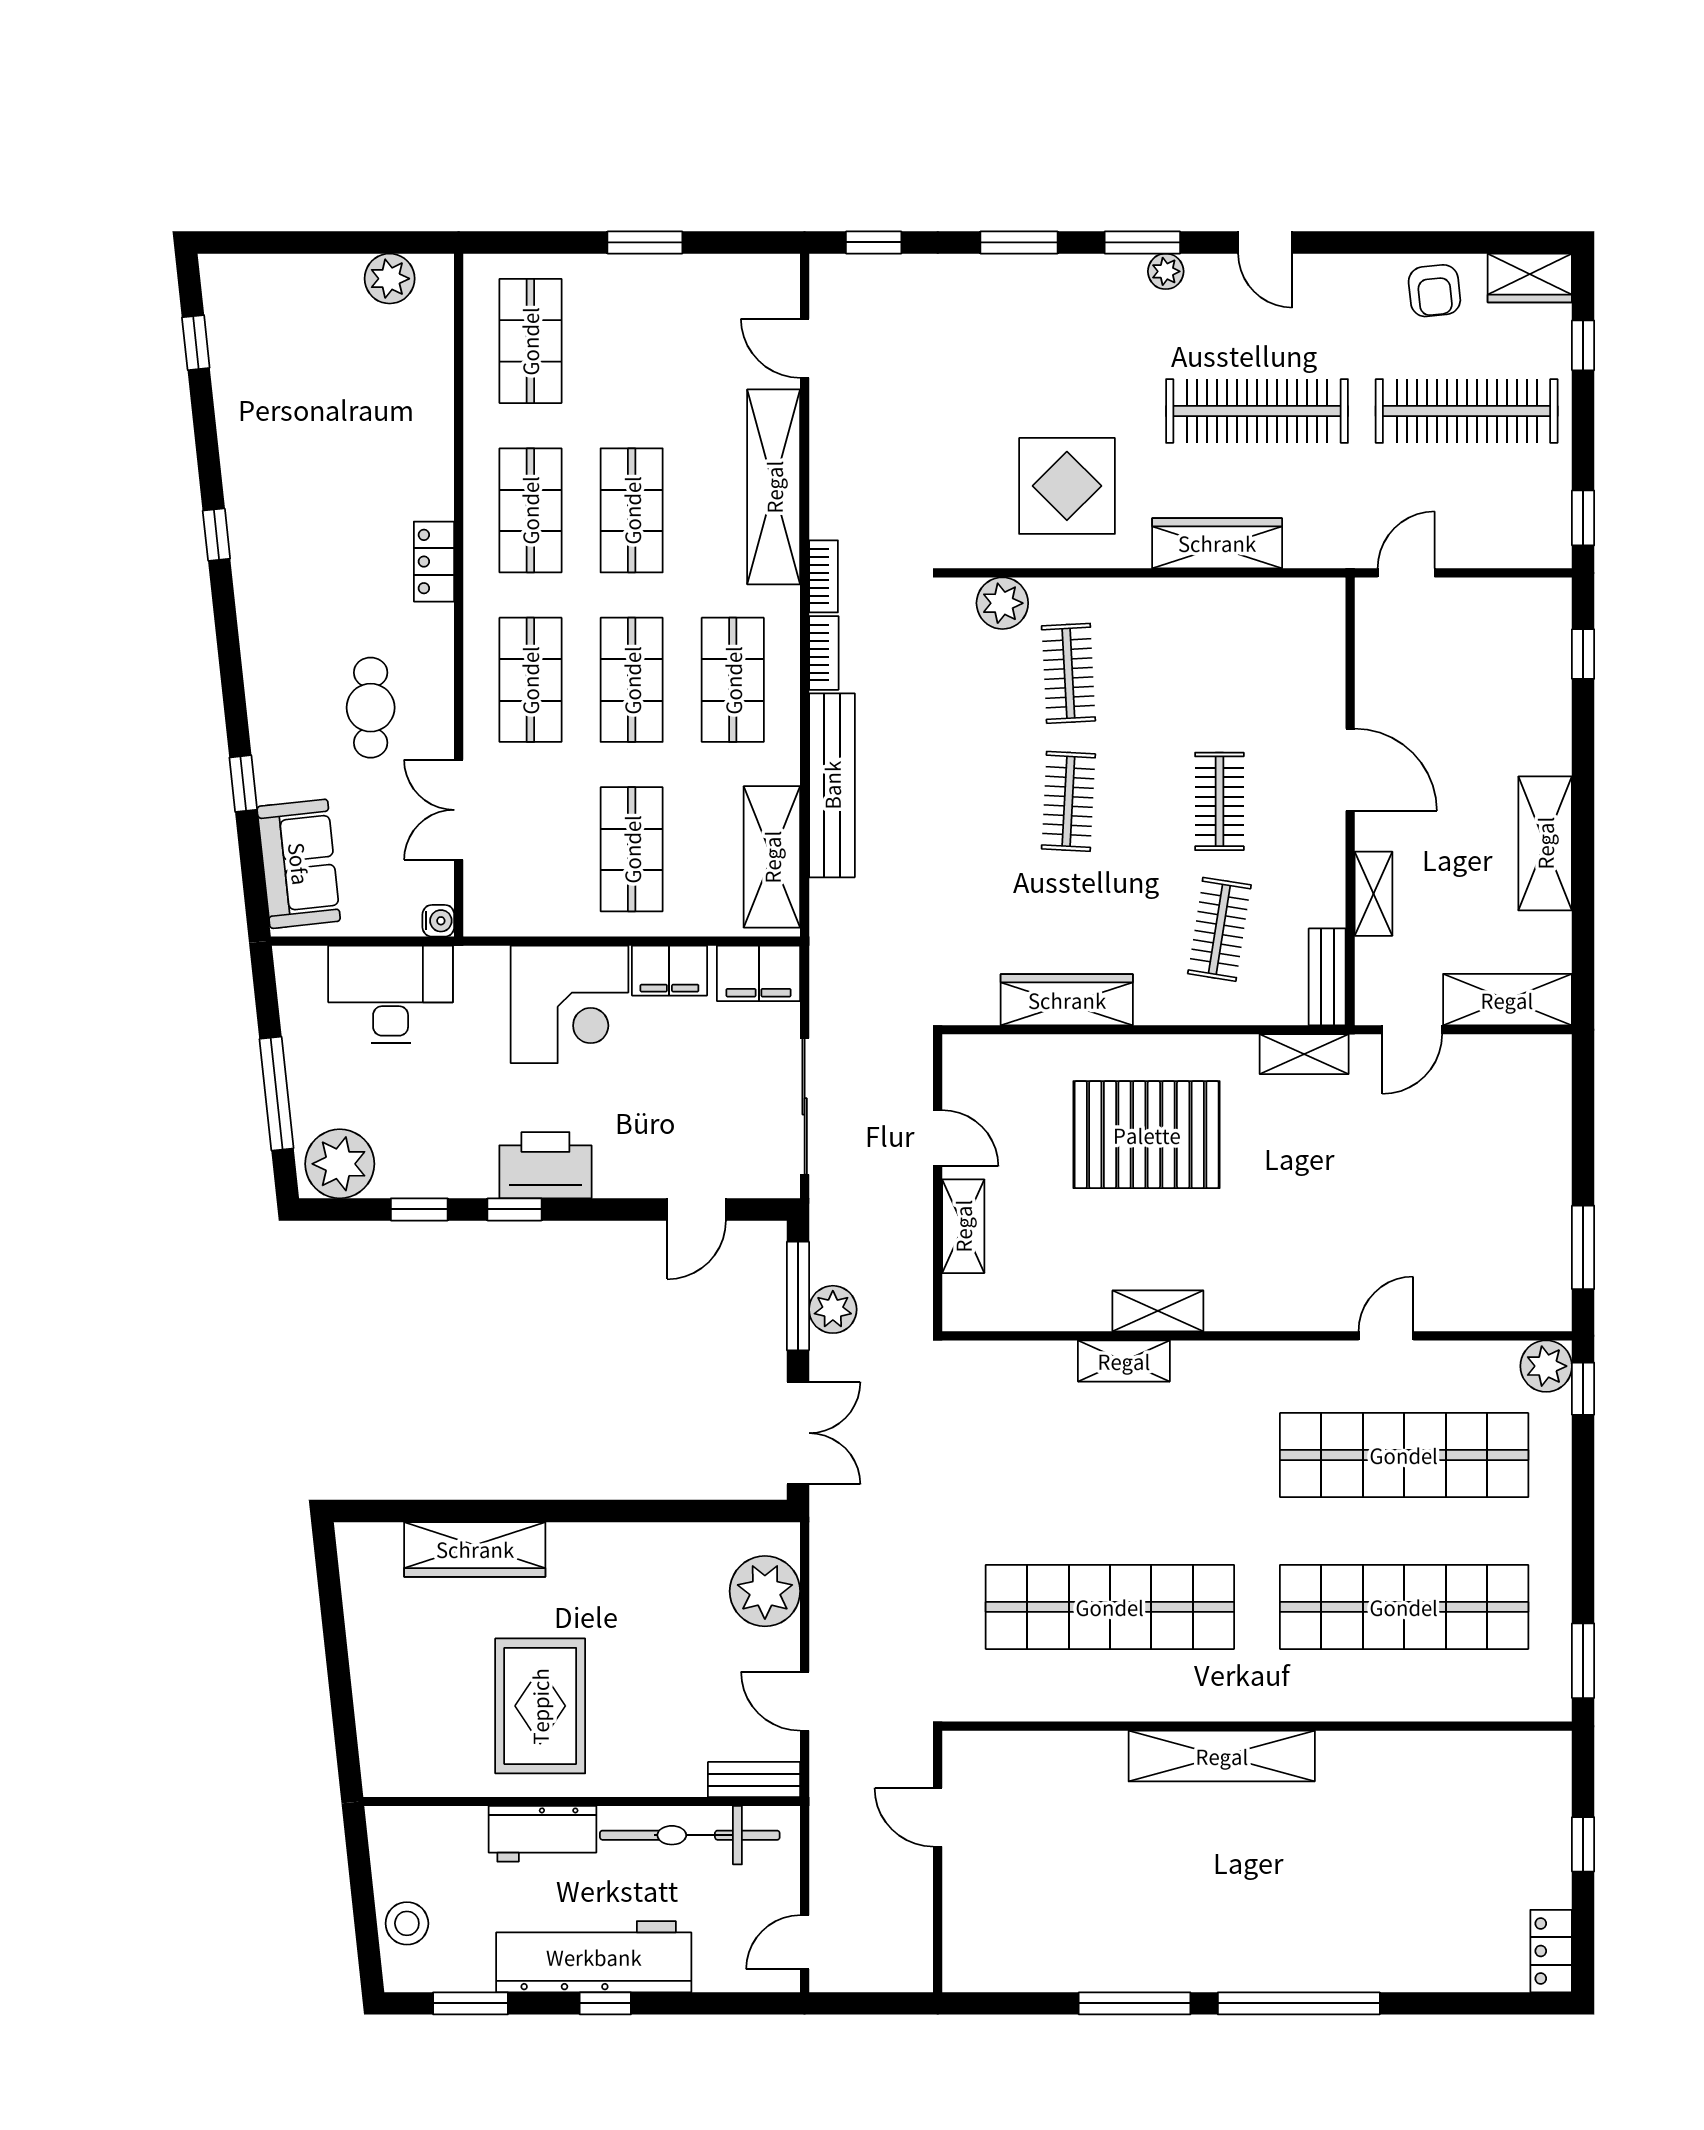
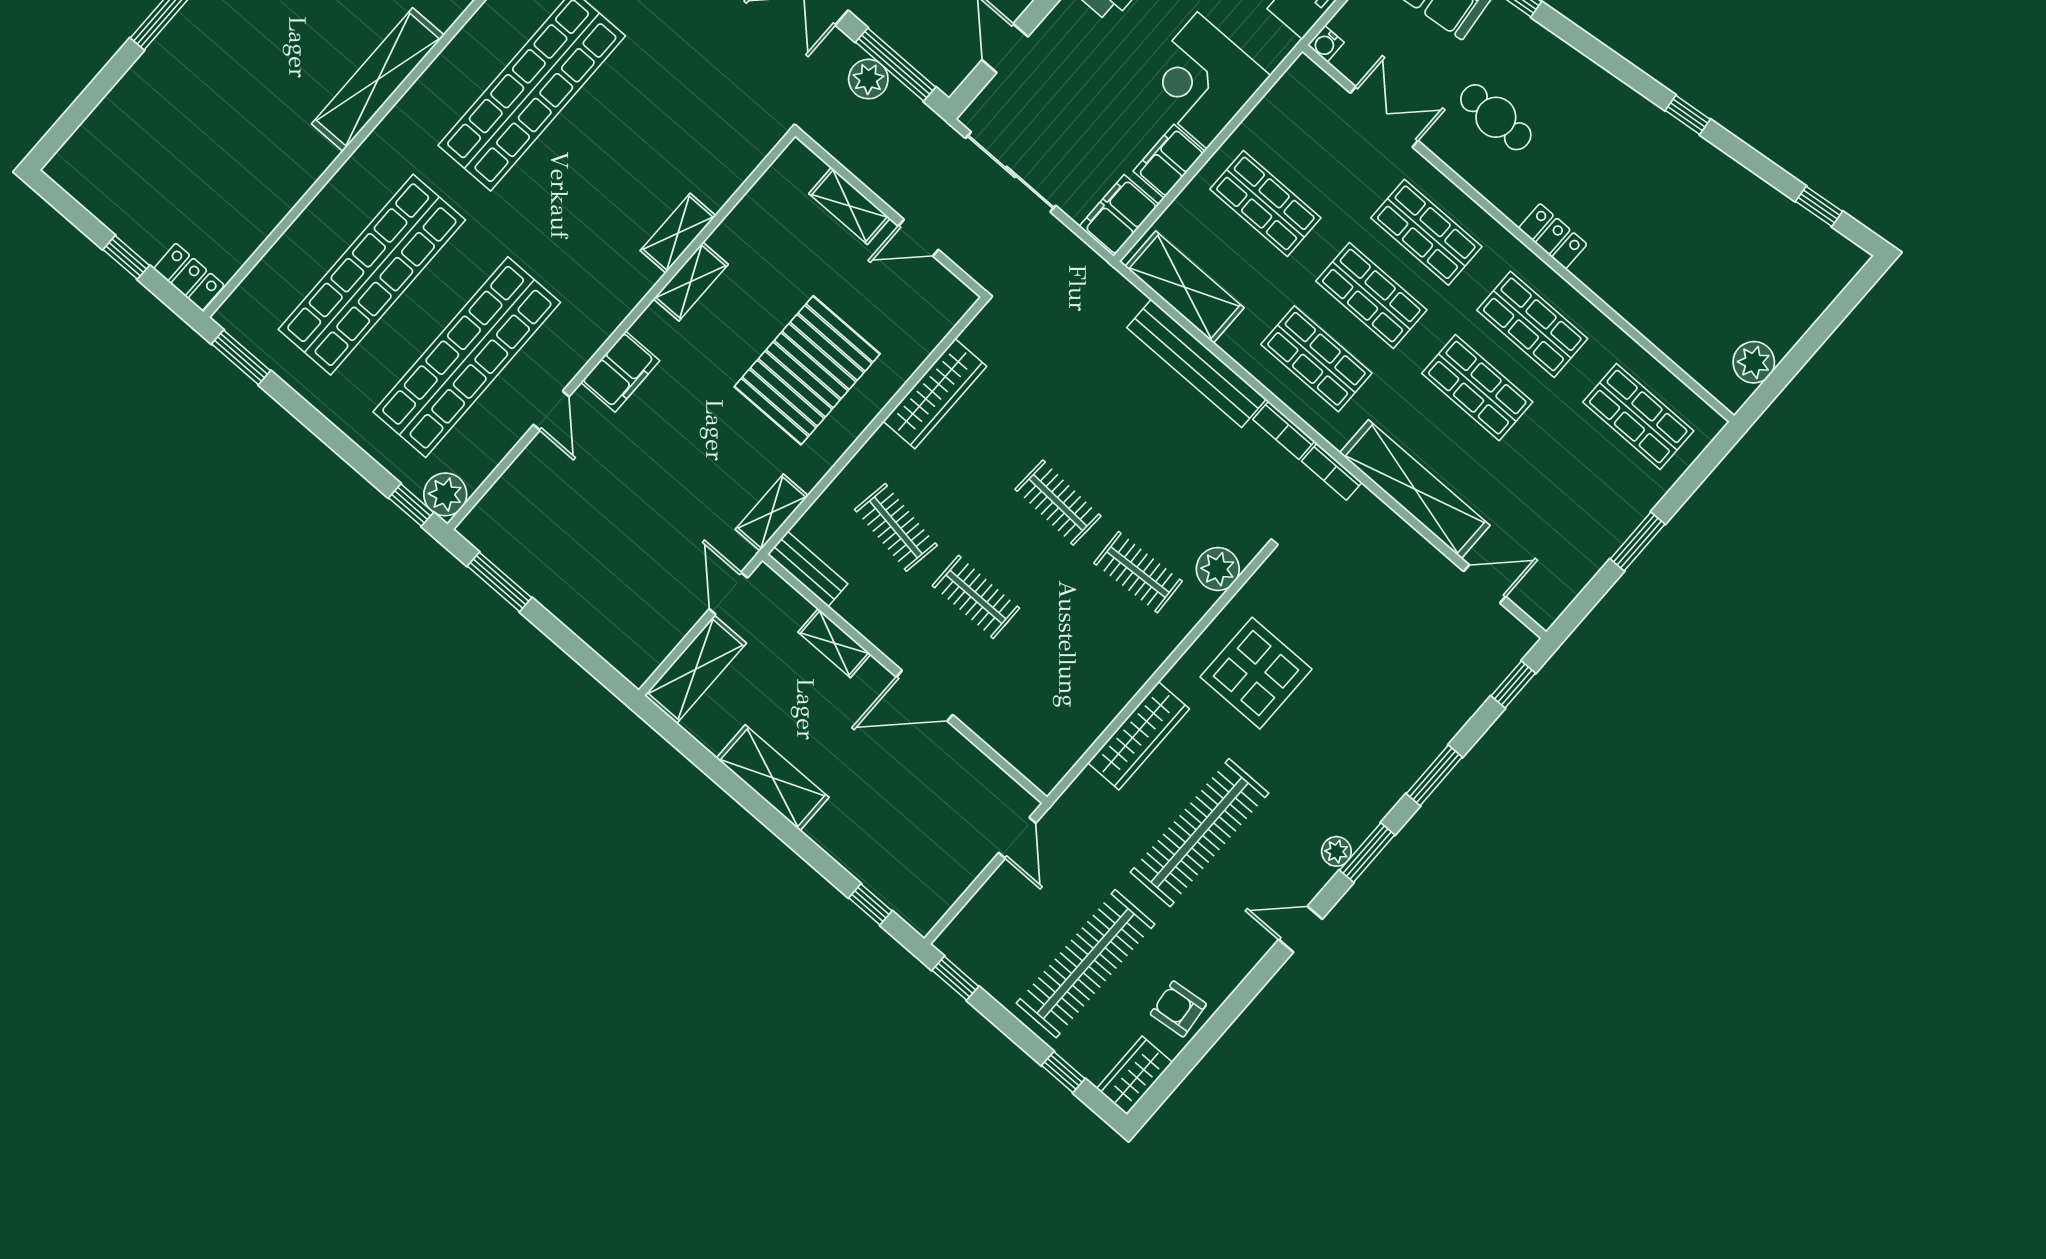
filing cabinet: (1296, 1304) -> (620, 372), added
locker: (1551, 1951) -> (189, 277), moved

